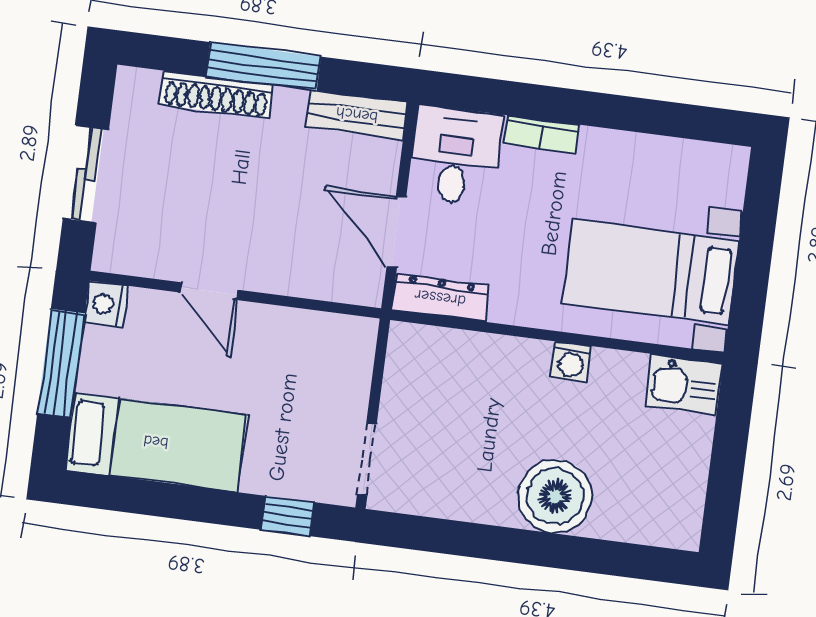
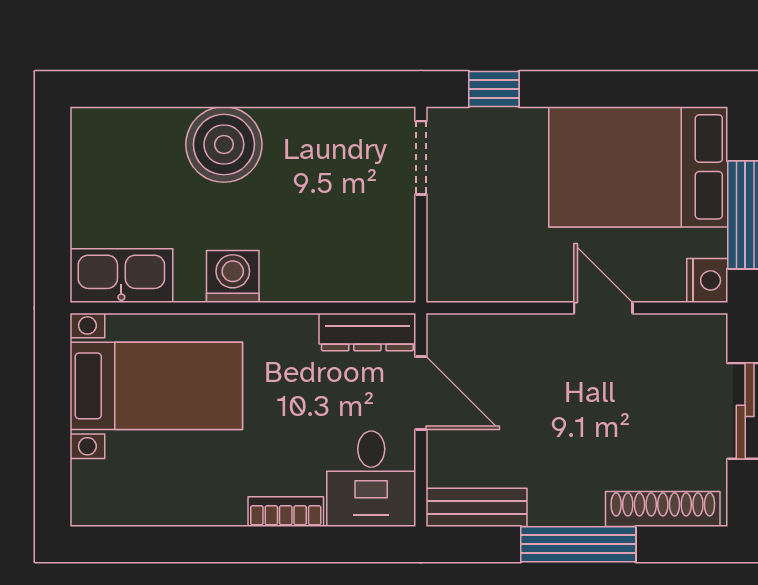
shoe rack: (216, 95) -> (663, 509), moved
washing machine: (571, 362) -> (233, 276), width x1.38, depth x1.38
kitchen sink: (684, 384) -> (121, 276), width x1.38
bed: (156, 442) -> (638, 167), width x1.50

